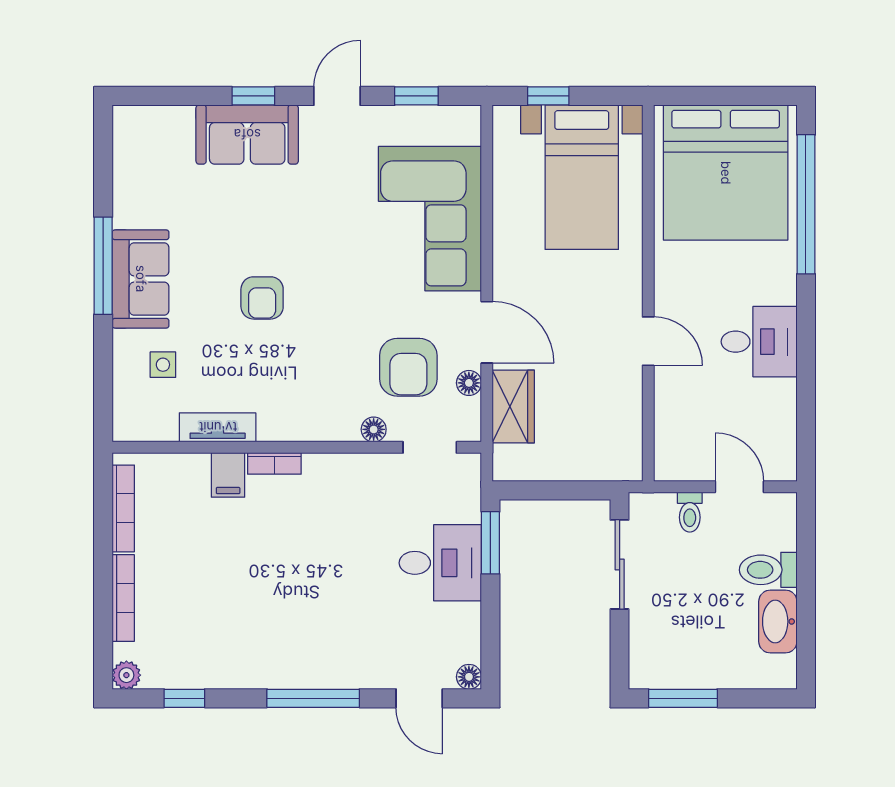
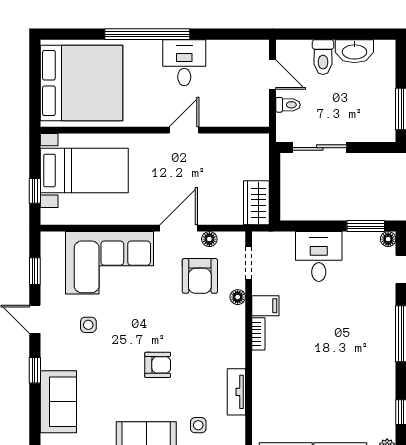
sofa: (247, 134) -> (58, 402), moved
side table: (328, 184) -> (88, 325), added
window: (806, 204) -> (147, 34), moved
armchair: (408, 367) -> (200, 276), turned 90
wardrobe: (513, 406) -> (256, 203), moved, turned -90
bookcase: (274, 463) -> (258, 334), moved
filing cabinet: (228, 475) -> (265, 306), moved
door: (739, 487) -> (273, 75), swing flipped
window: (490, 543) -> (366, 226), moved

